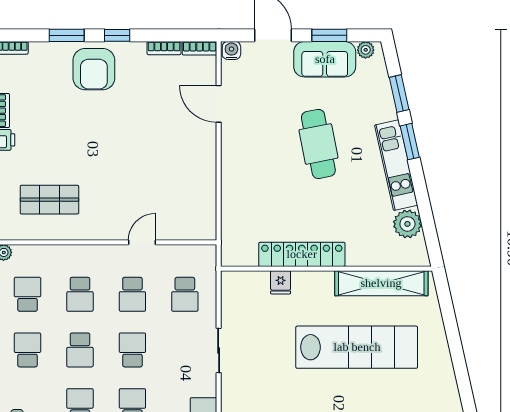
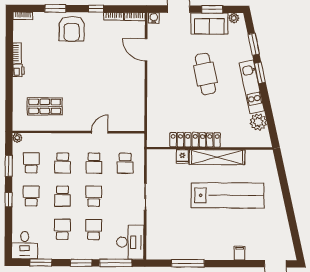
window: (117, 35) -> (96, 9), moved
shelving: (381, 283) -> (217, 157), moved

